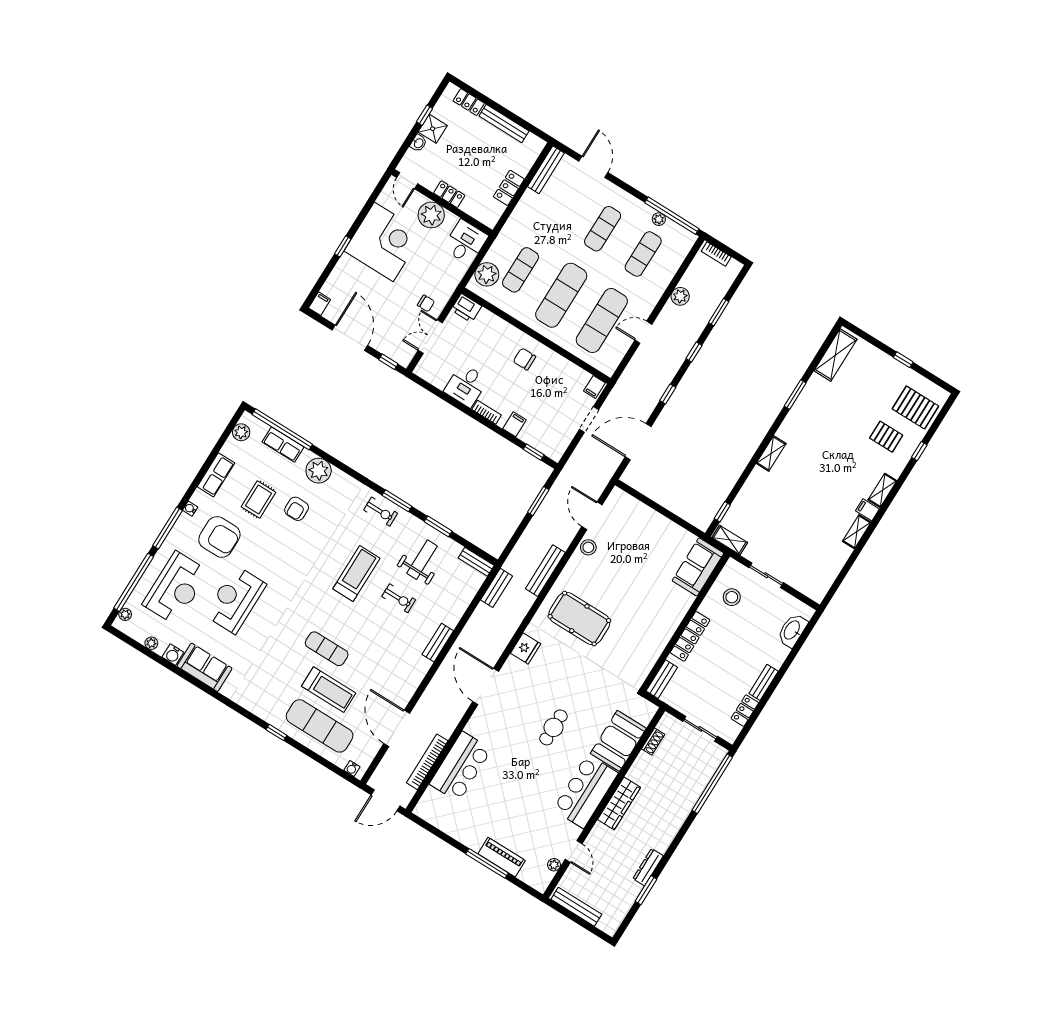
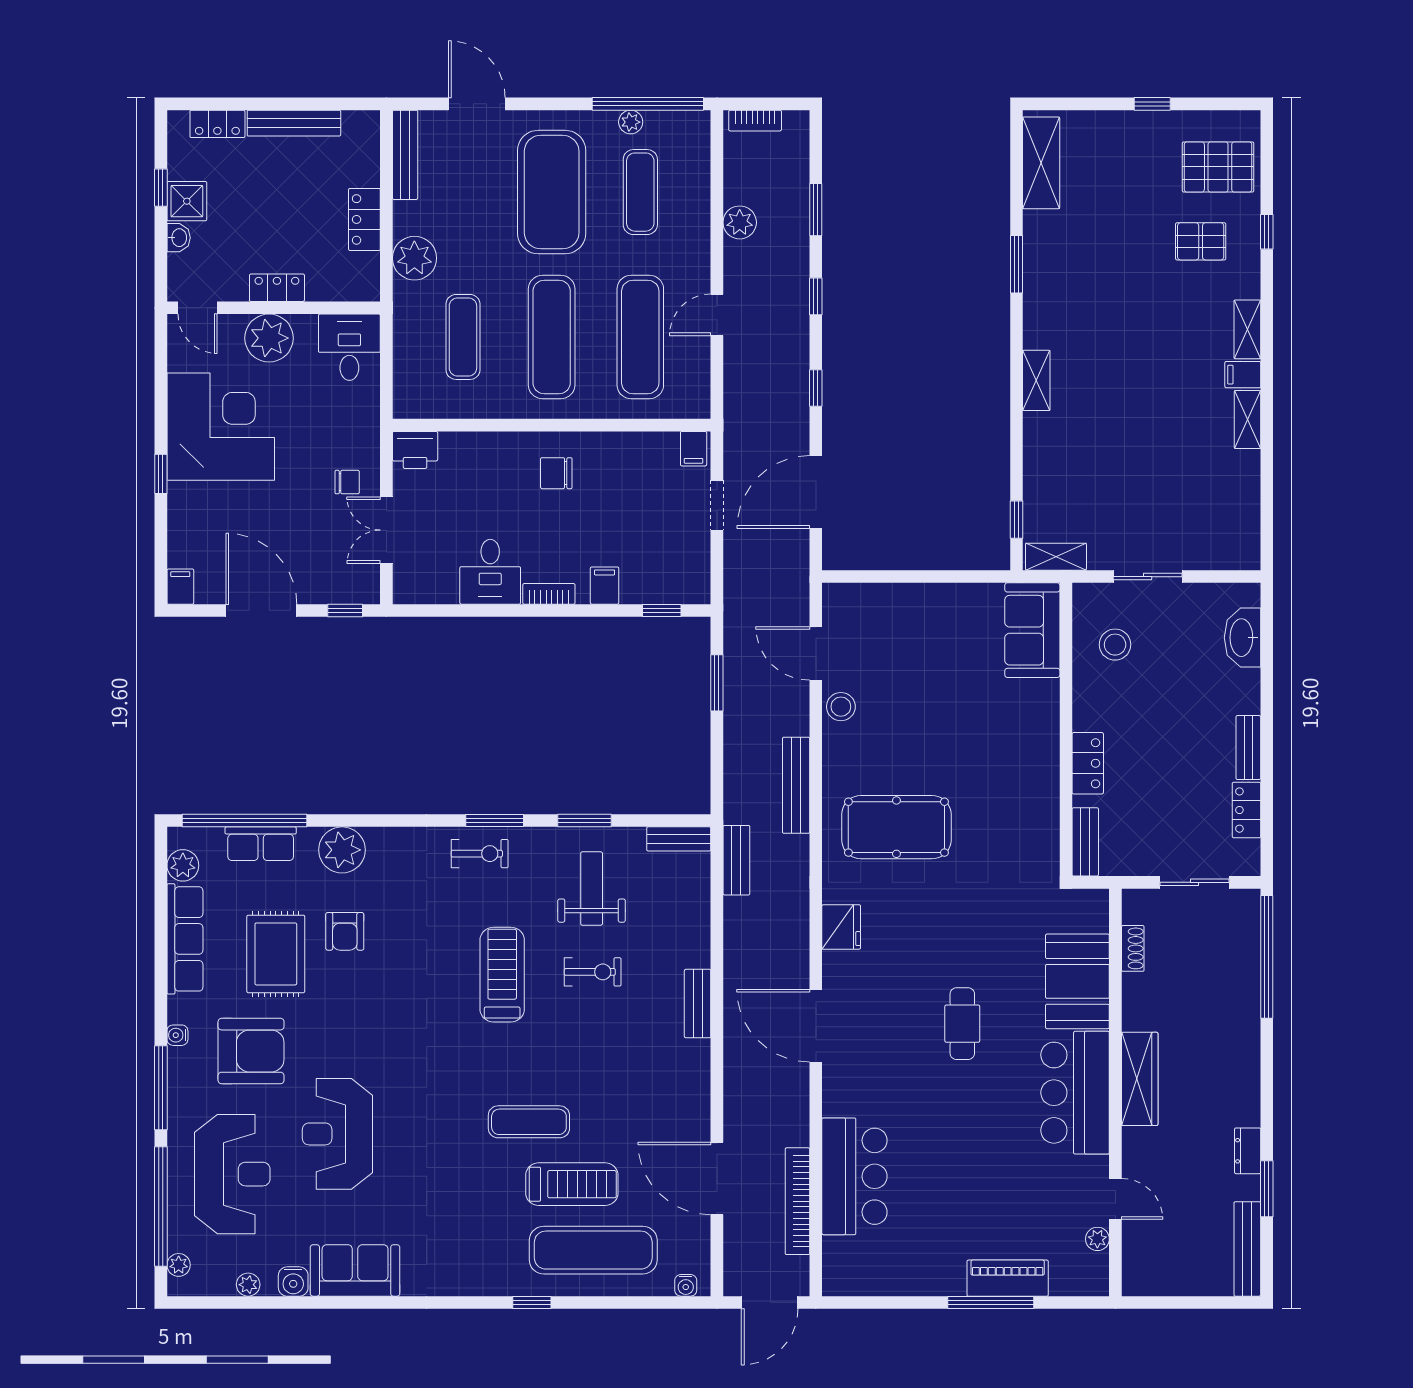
exercise mat: (603, 229) -> (552, 192), width x2.00, depth x1.45
plant: (487, 274) -> (414, 258), moved
row of seats: (216, 475) -> (185, 939), width x1.48
rug: (258, 499) -> (276, 954), width x1.36, depth x1.43
locker: (690, 636) -> (1088, 763), width x0.66
dresser: (648, 867) -> (1248, 1151), width x0.70
bench: (576, 907) -> (1247, 1249), moved, turned 90

